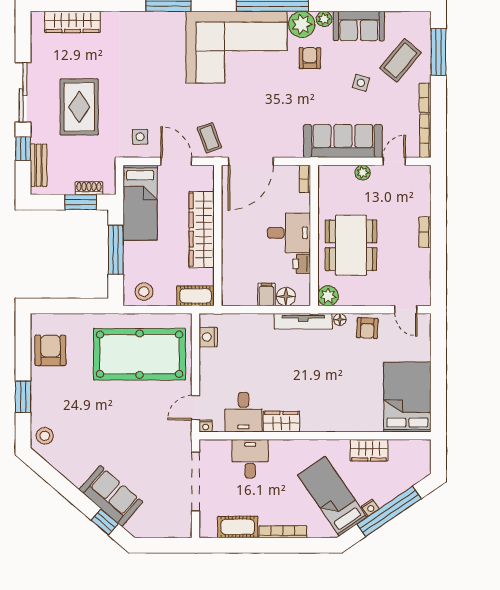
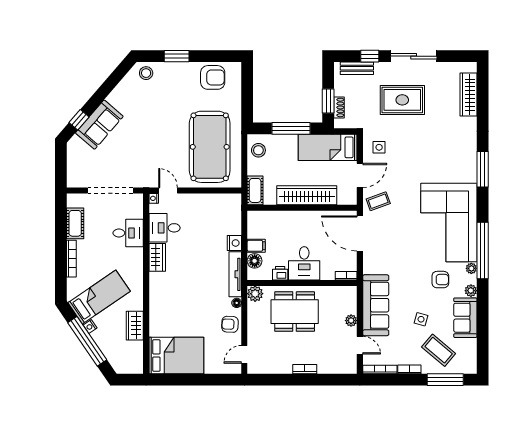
plant: (302, 24) -> (471, 268), width x0.53, depth x0.53
nightstand: (208, 337) -> (234, 243), moved, turned 90

